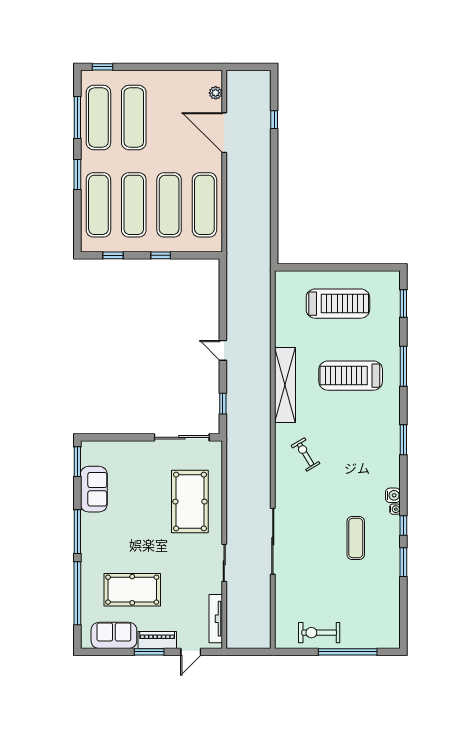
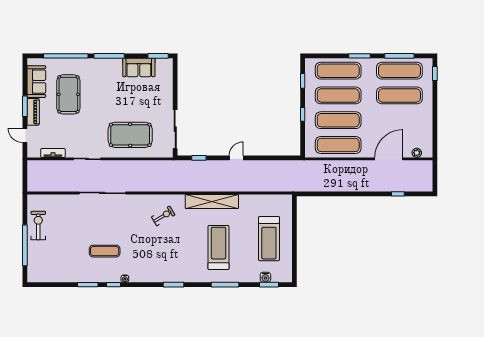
water cooler: (393, 495) -> (265, 277), moved
tv unit: (216, 619) -> (53, 153), width x0.71

